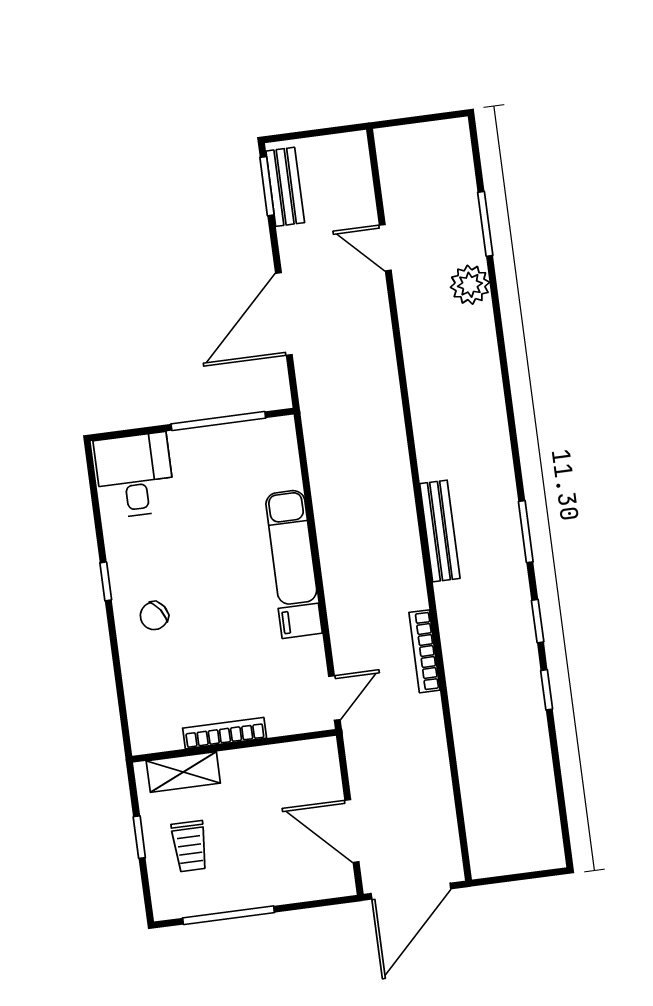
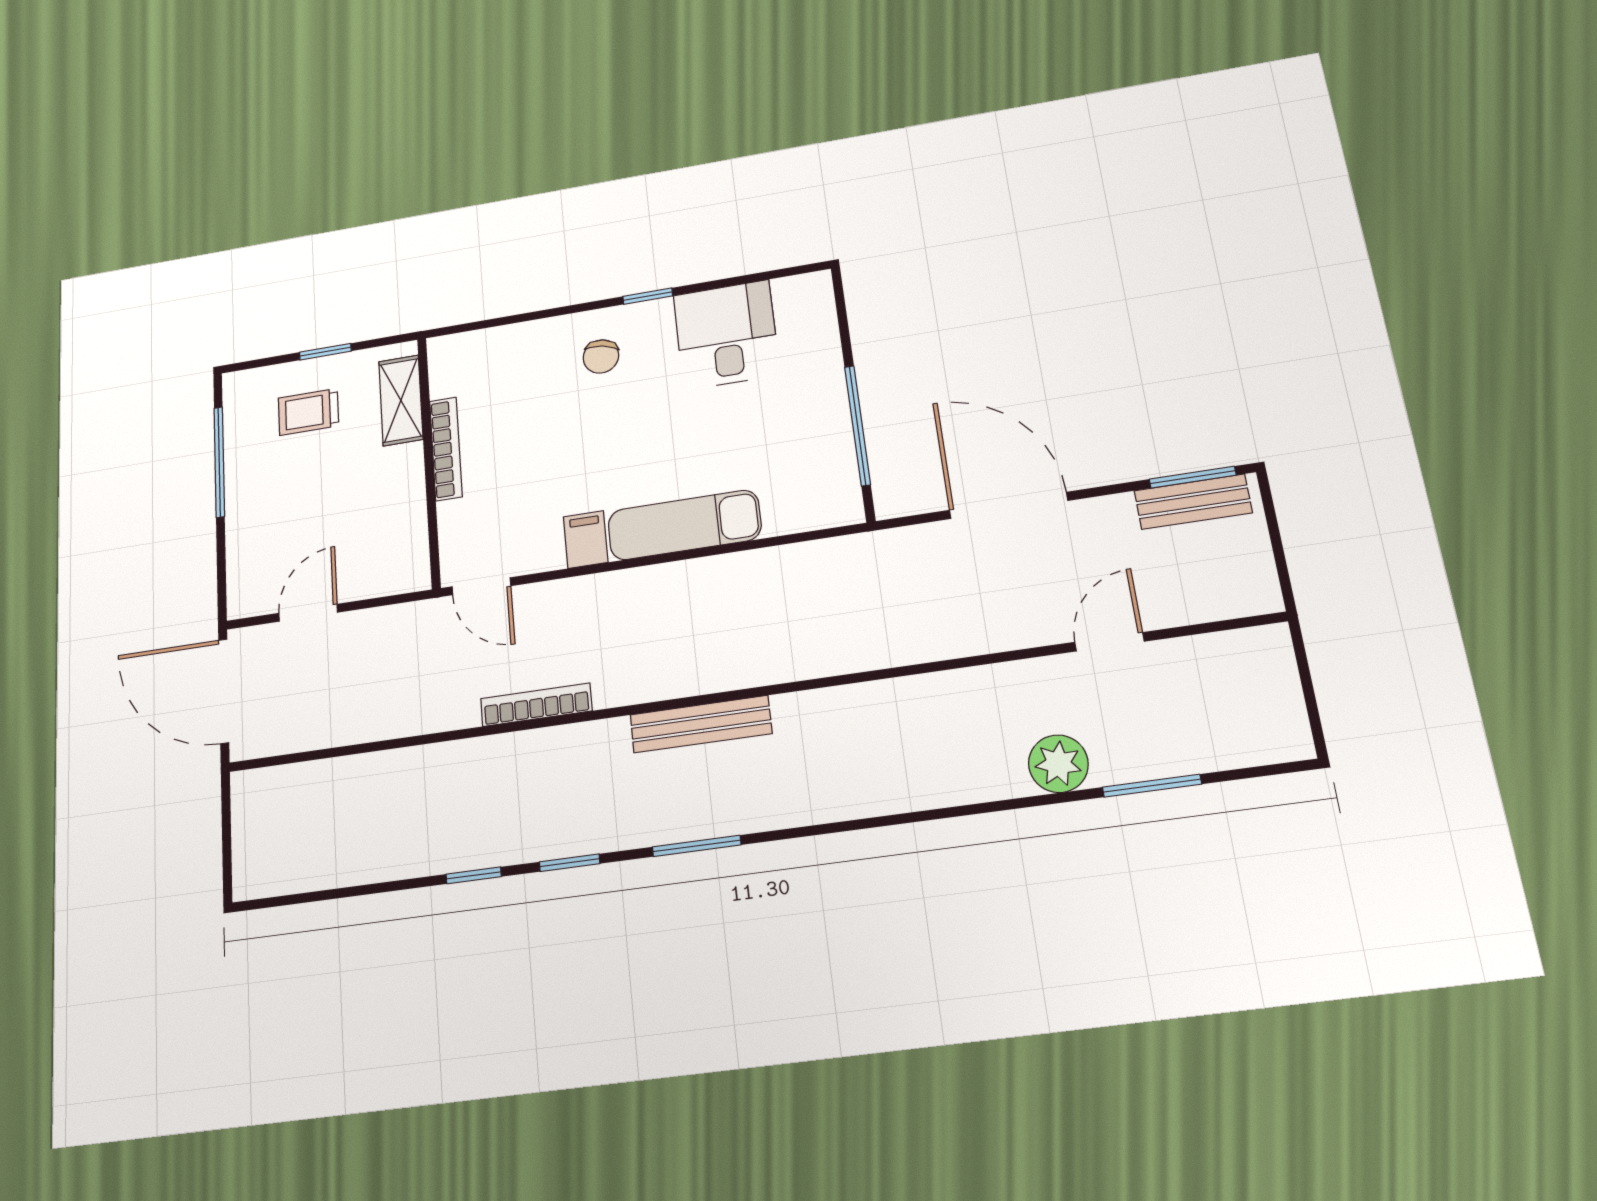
desk: (135, 476) -> (726, 335), moved, turned -90
chair: (154, 616) -> (601, 356), turned -134
door: (352, 831) -> (308, 613), width x0.73

